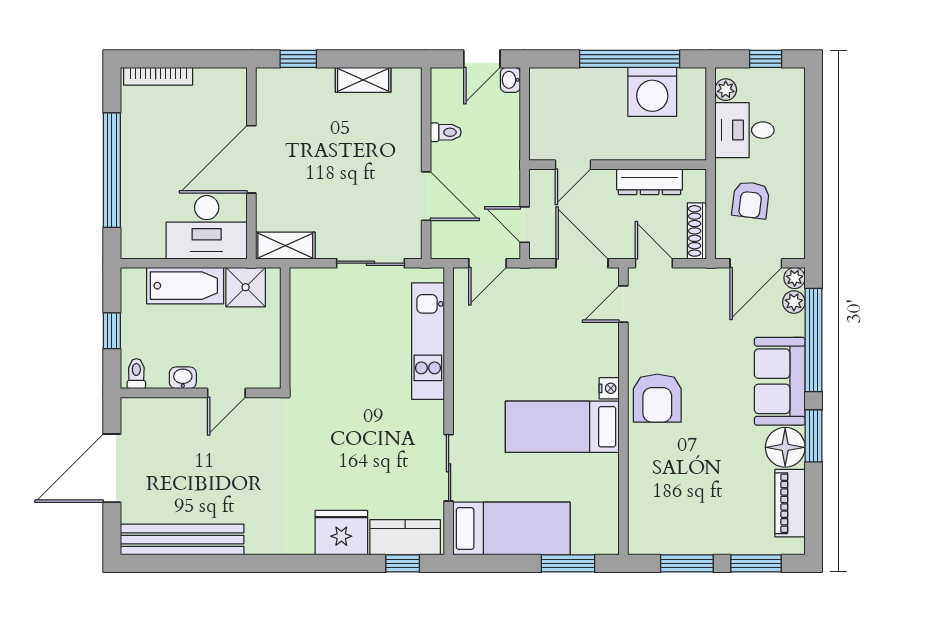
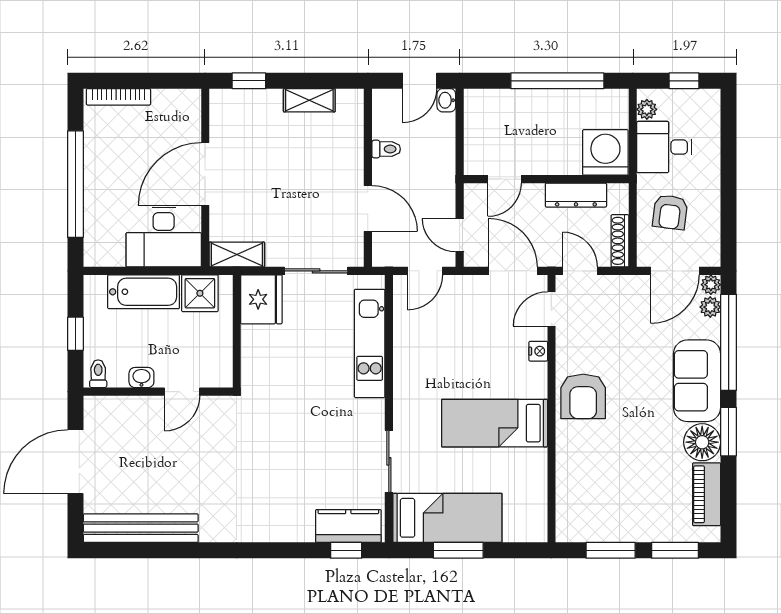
washing machine: (652, 92) -> (605, 152), moved, turned 180
nightstand: (609, 388) -> (538, 351), moved
fridge: (341, 533) -> (261, 299), moved, turned 90
window: (568, 563) -> (458, 550), moved

